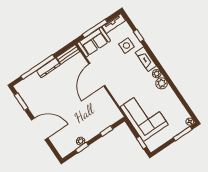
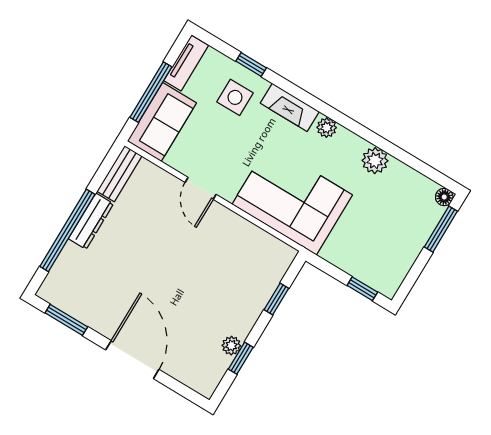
door: (97, 75) -> (201, 188), width x0.53
plant: (161, 83) -> (375, 161), moved
corner sofa: (144, 116) -> (292, 200), moved
door: (40, 129) -> (132, 360), hinge flipped

